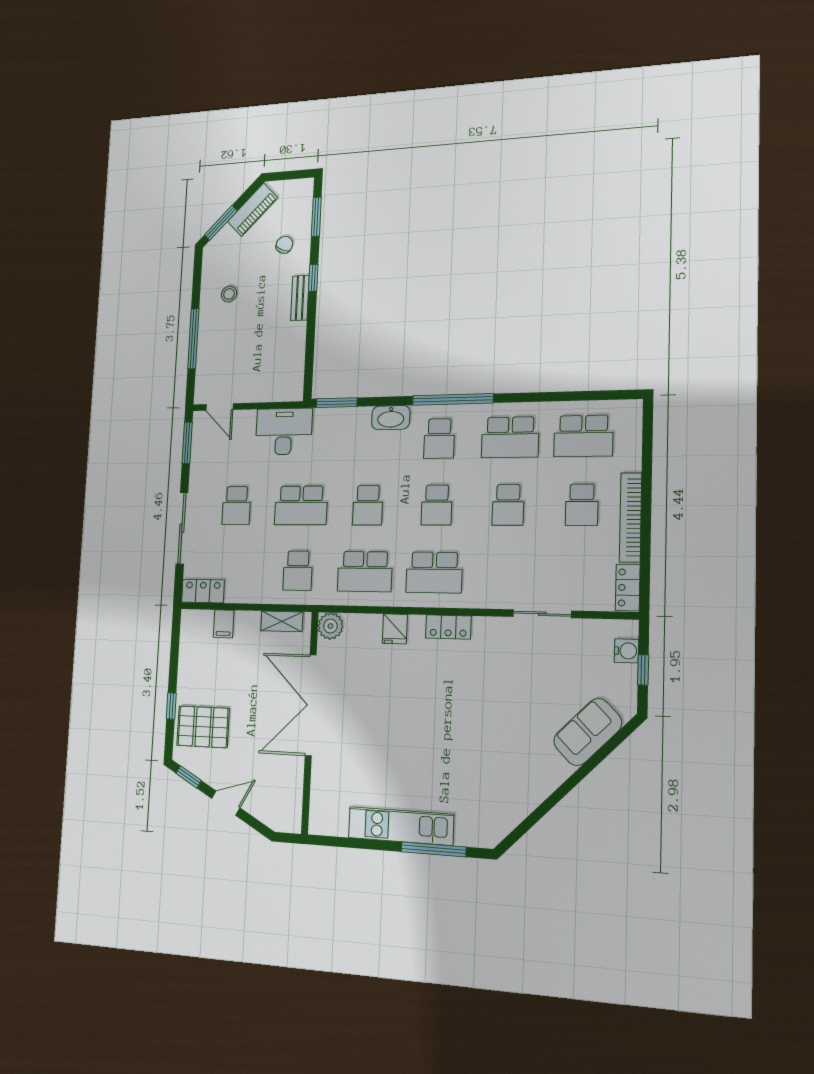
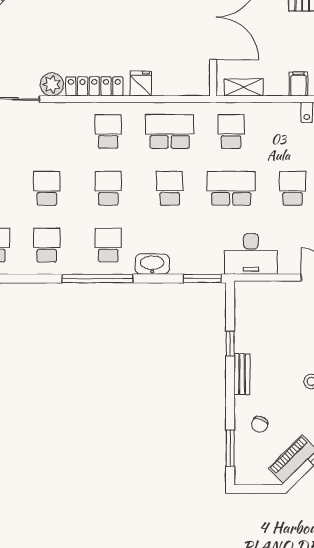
window: (313, 278) -> (230, 344), moved
school desk: (510, 437) -> (47, 245), width x0.54
school desk: (434, 572) -> (108, 131), width x0.54
plant: (330, 626) -> (52, 84), moved
locker: (448, 627) -> (94, 86), width x1.53

